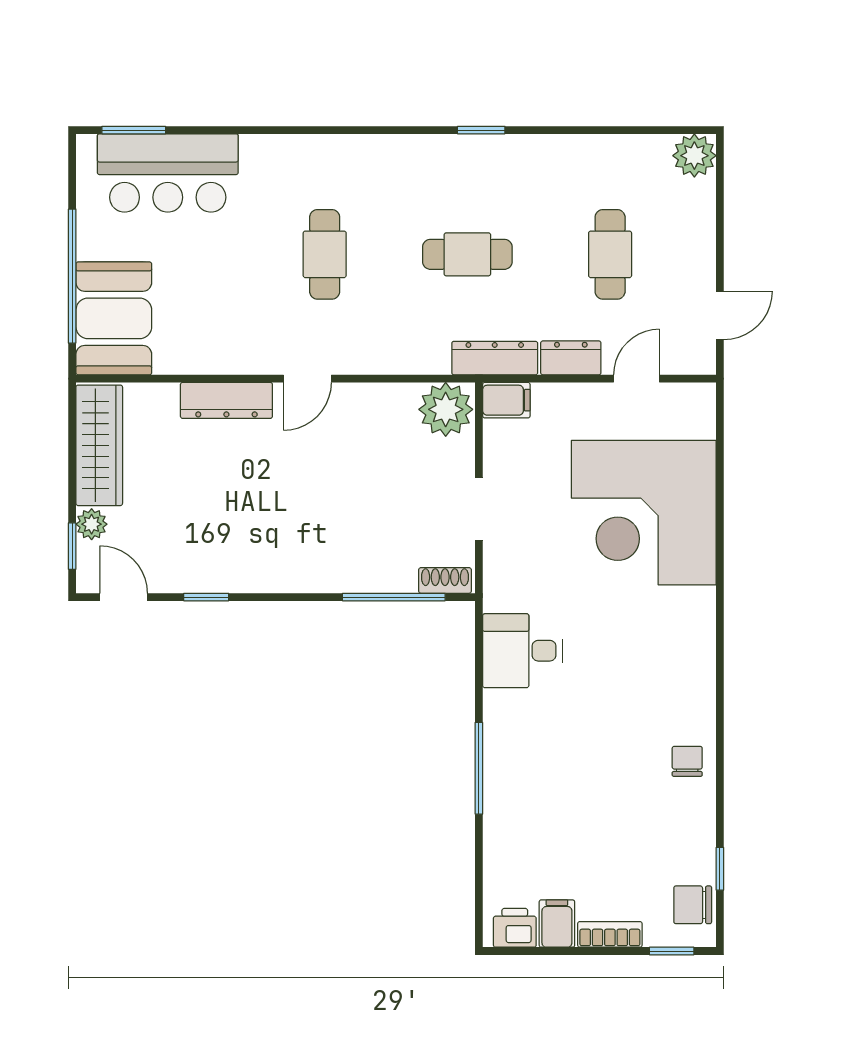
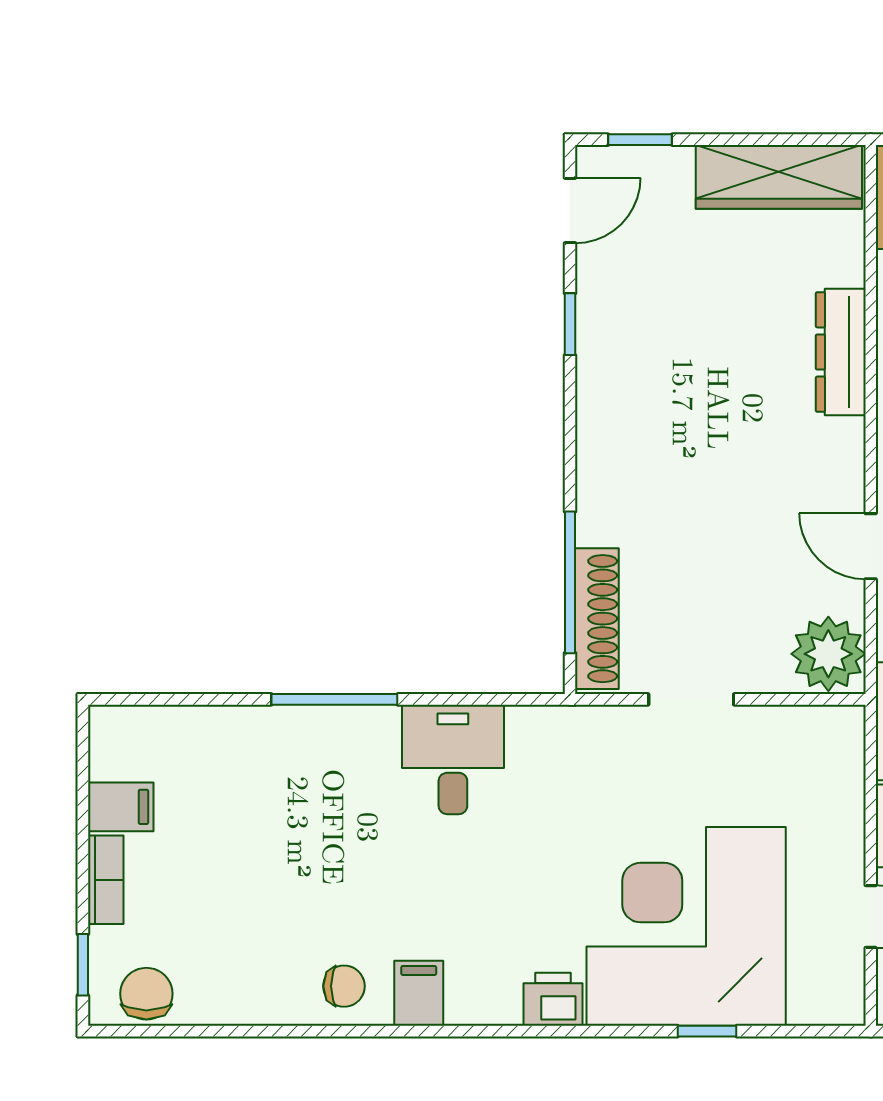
door: (307, 379) -> (871, 546), moved
filing cabinet: (506, 400) -> (419, 993), moved, turned 180
plant: (92, 524) -> (670, 166), removed
shoe rack: (445, 580) -> (597, 619), width x1.94, depth x1.24
desk: (522, 651) -> (453, 759), moved
window: (720, 869) -> (707, 1031), moved
printer: (515, 928) -> (553, 999), moved, turned -90

